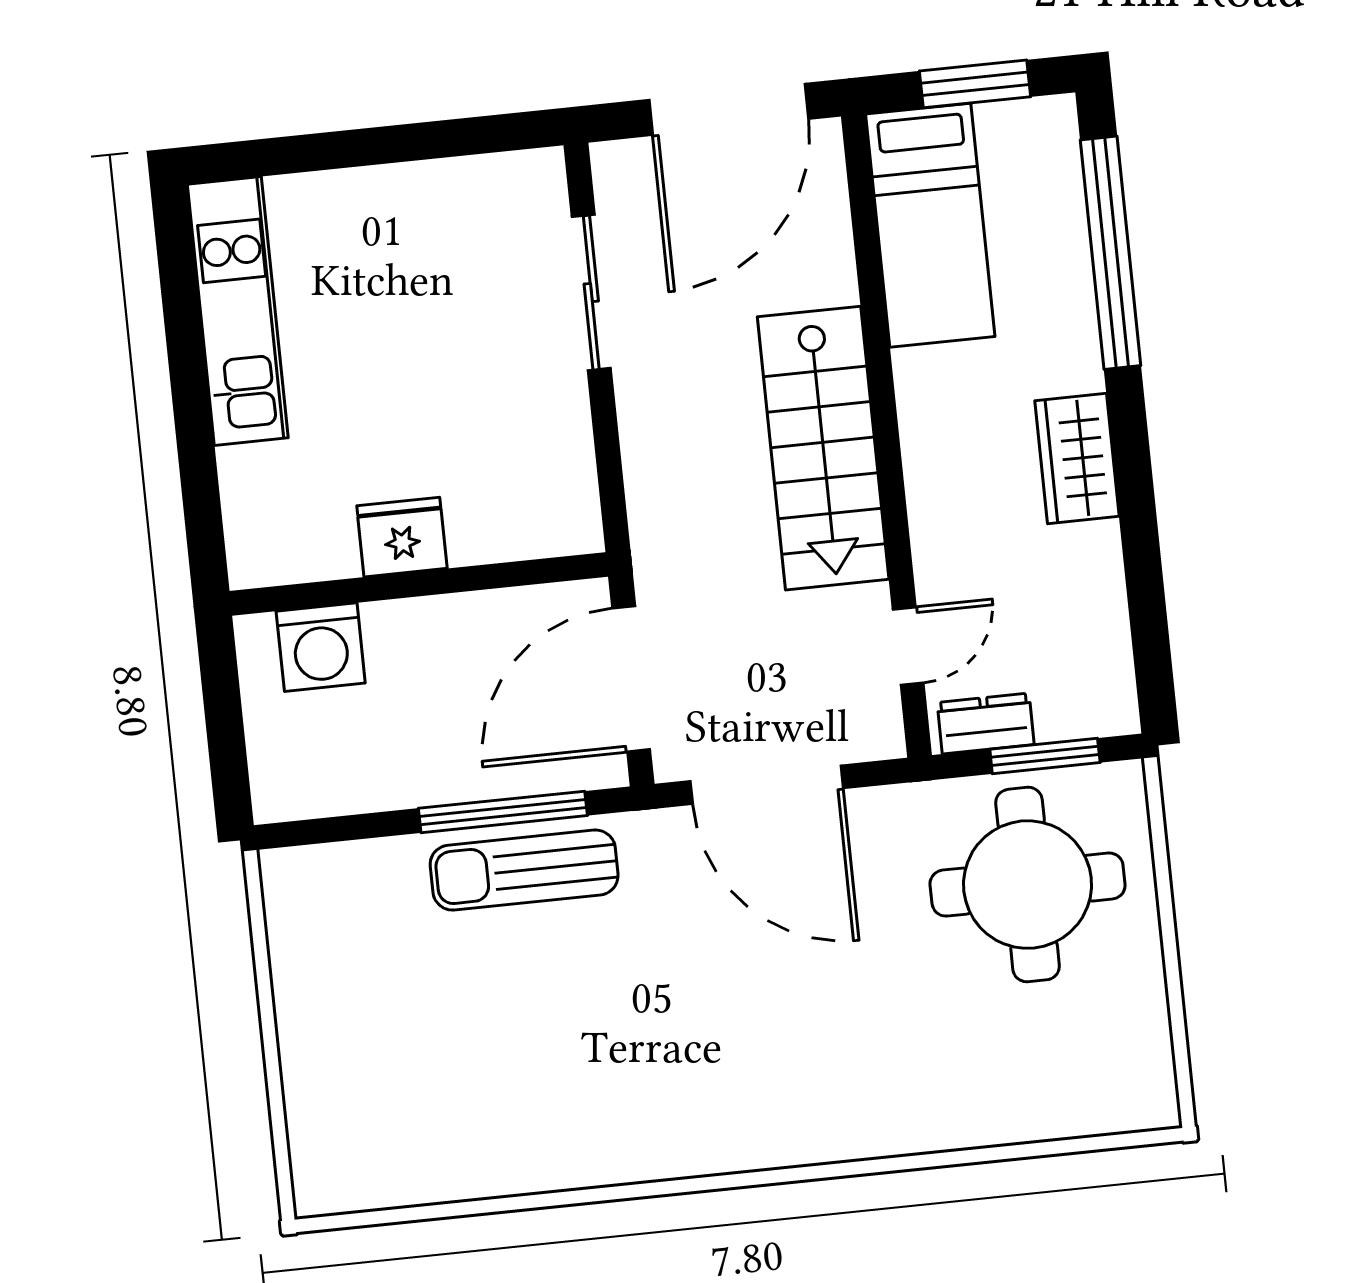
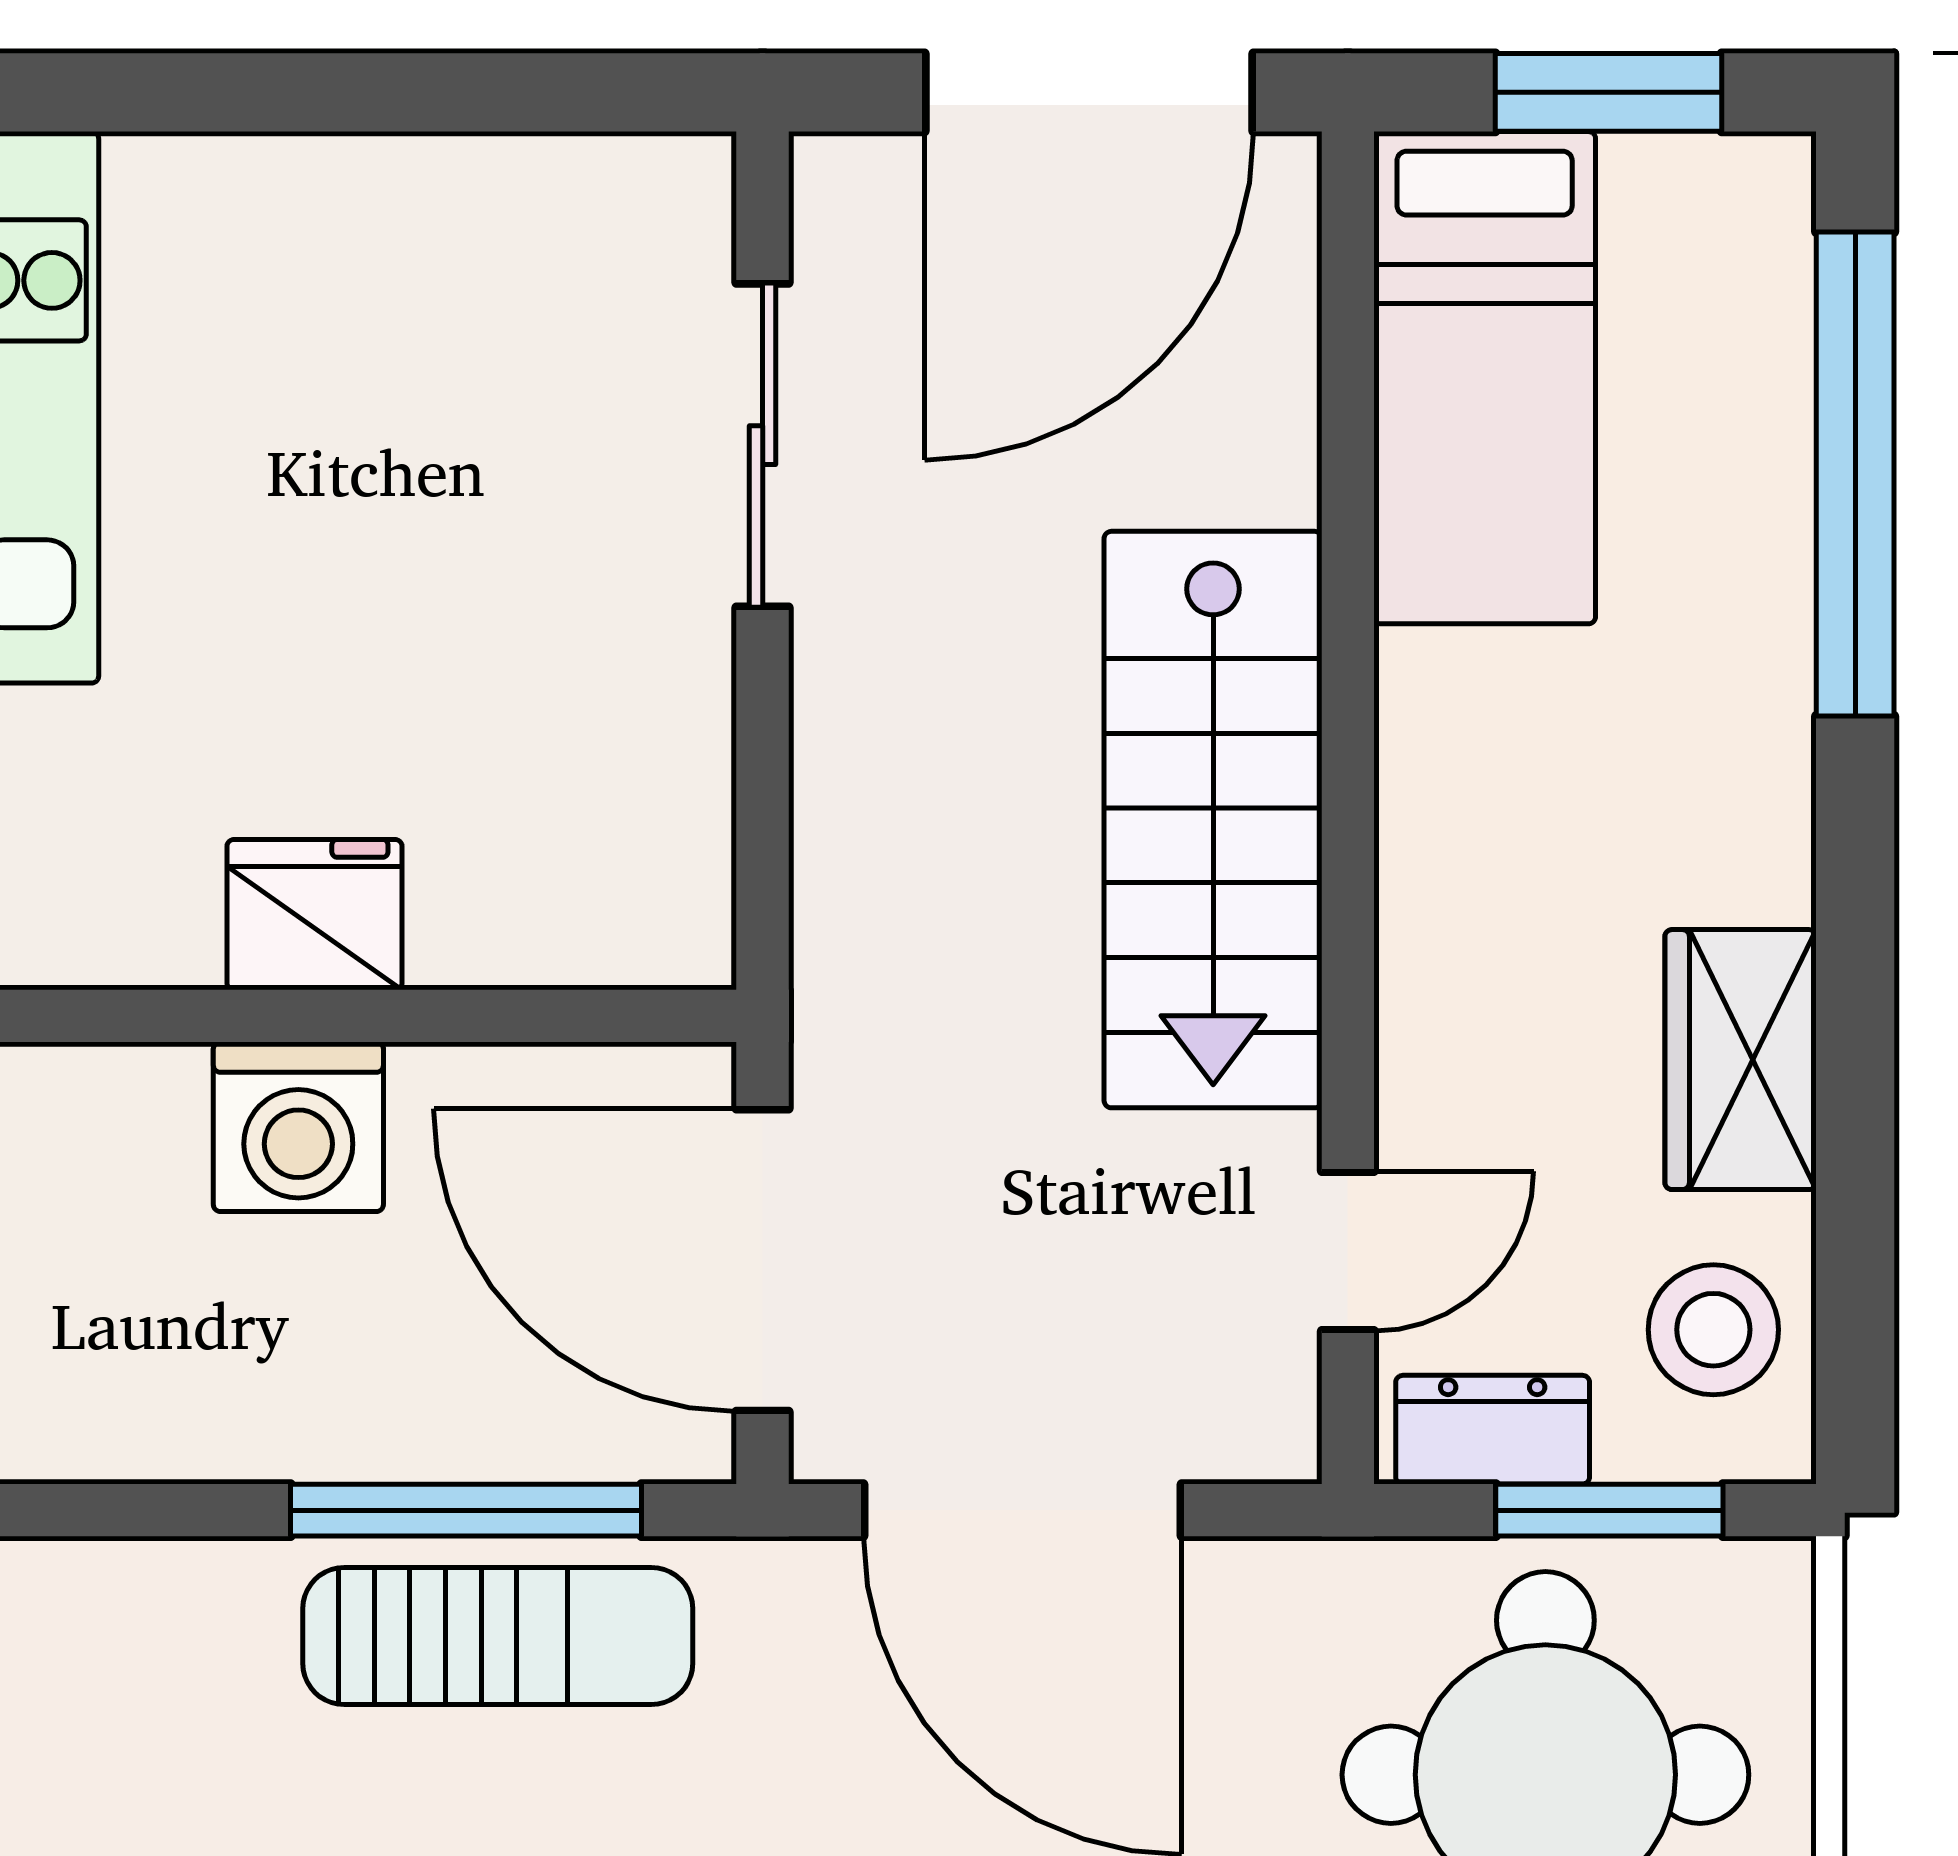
wardrobe: (1077, 459) -> (1741, 1060), moved
washing machine: (321, 647) -> (298, 1127), moved
stool: (1085, 665) -> (1713, 1330), added
door: (631, 679) -> (763, 1260), hinge flipped
sun lounger: (524, 870) -> (498, 1636), turned 180

